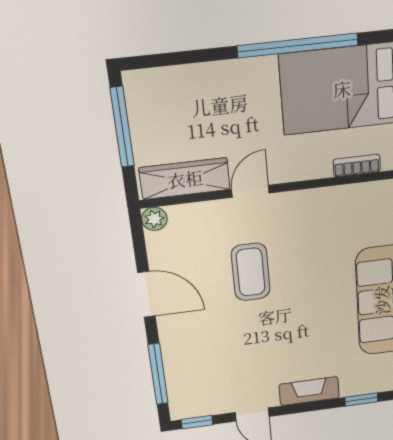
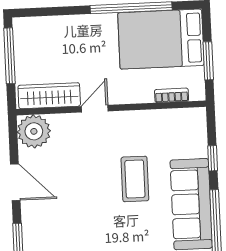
plant: (154, 219) -> (34, 131), width x1.87, depth x1.87
coffee table: (251, 272) -> (135, 179), moved

